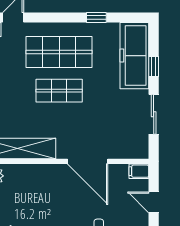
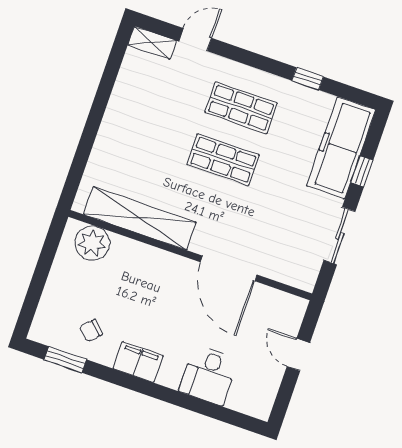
shop shelf: (59, 52) -> (241, 108), width x0.70, depth x0.74
filing cabinet: (139, 171) -> (293, 306), removed

